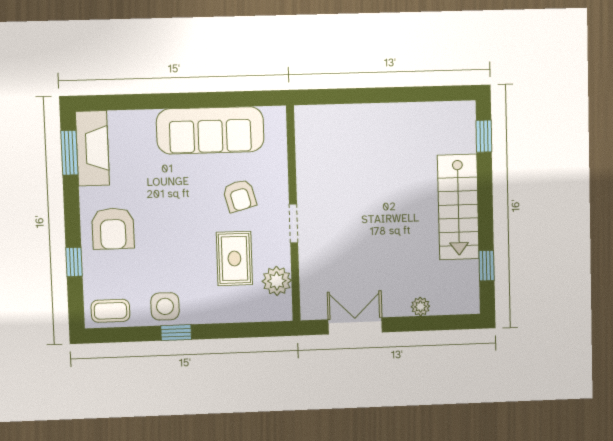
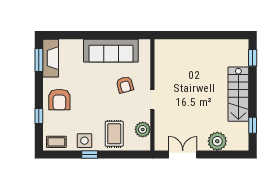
rug: (234, 258) -> (114, 134), moved
plant: (420, 307) -> (217, 141), width x1.88, depth x1.88

